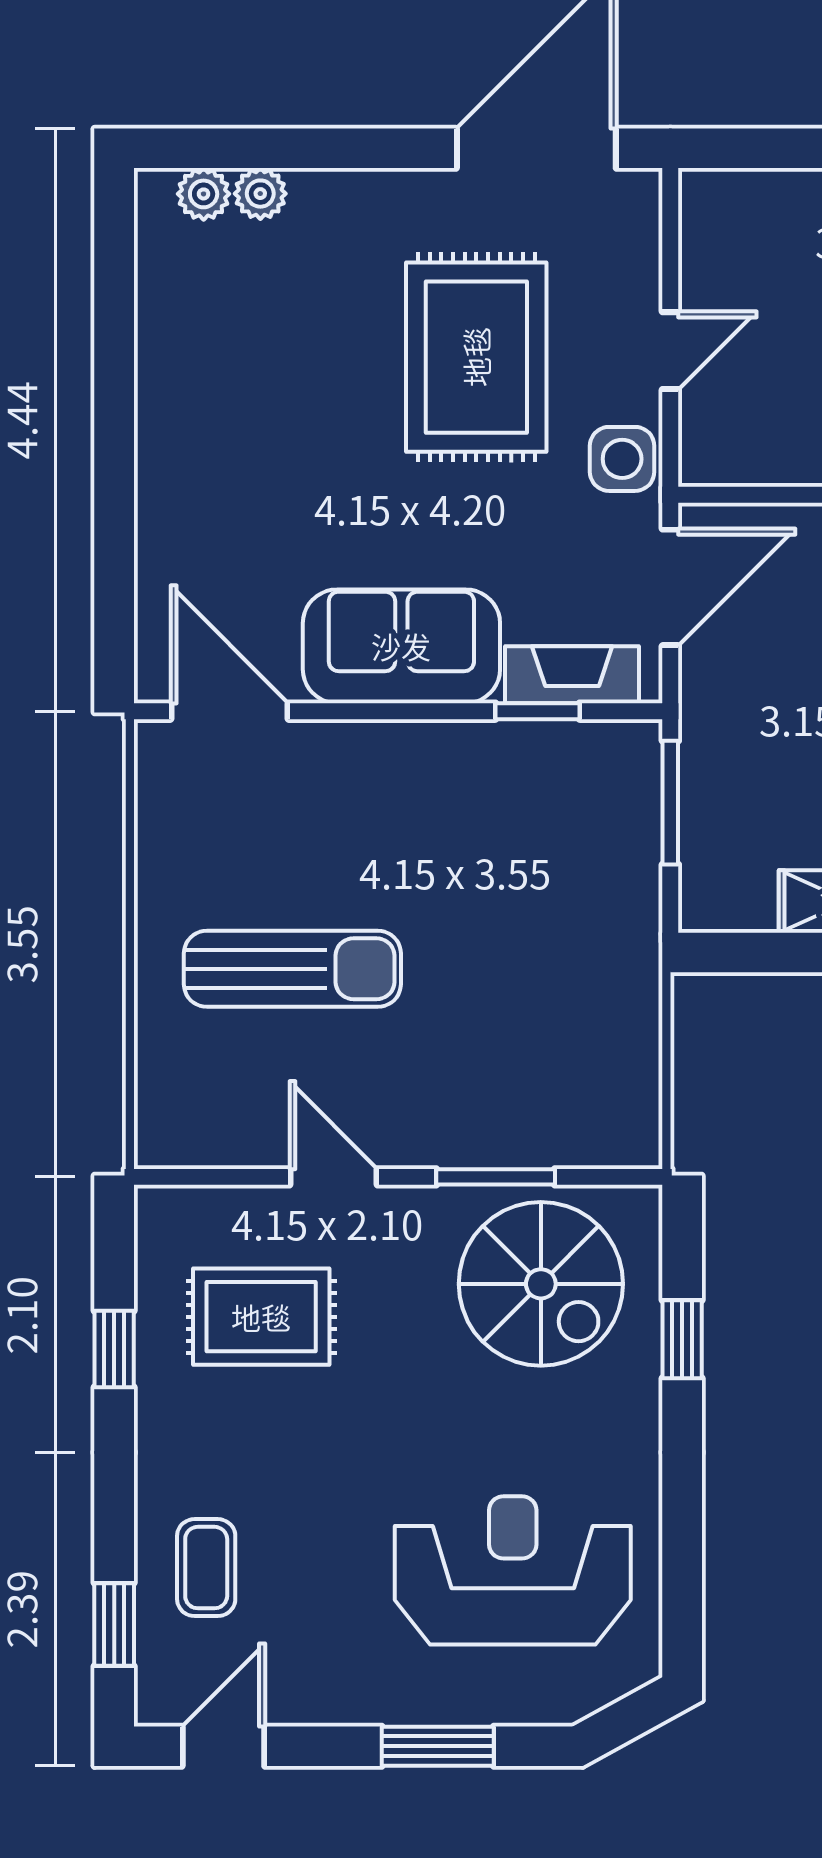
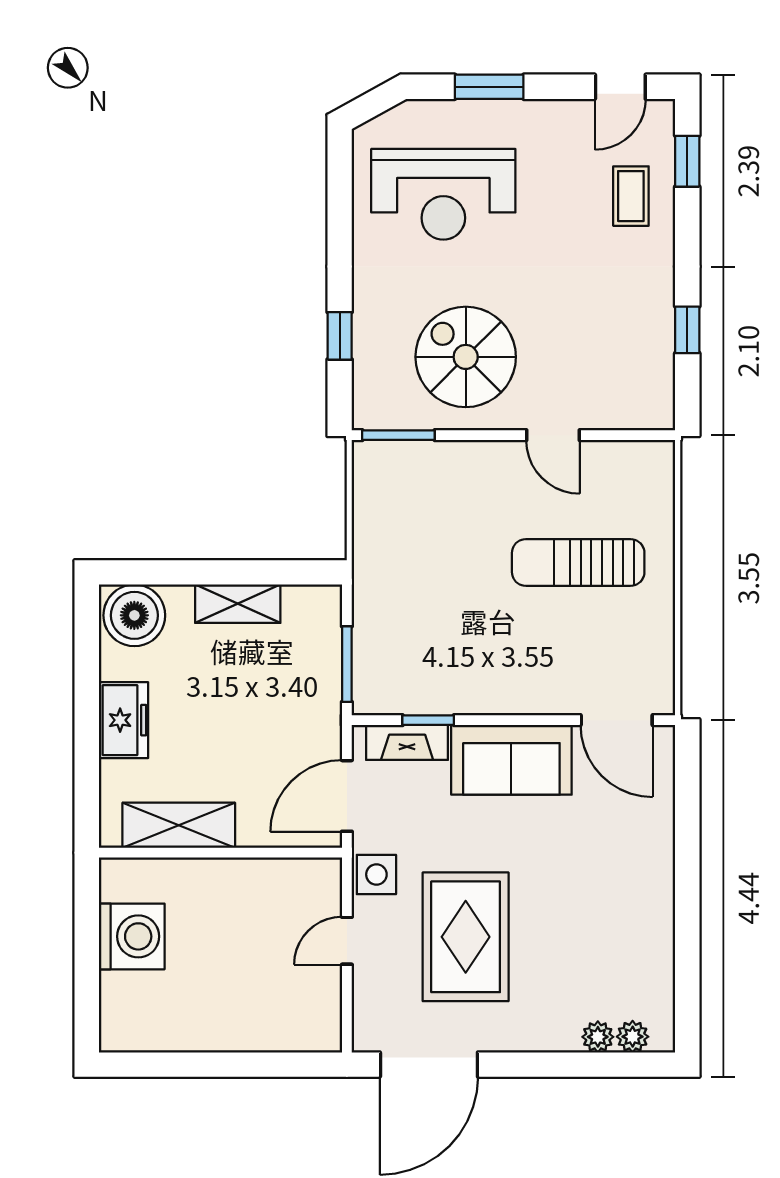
window: (496, 1177) -> (398, 435), moved
spiral stairs: (541, 1284) -> (466, 357), moved
rug: (261, 1317) -> (597, 350), removed

